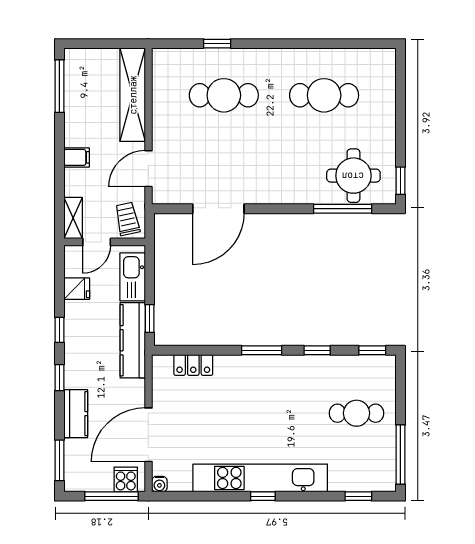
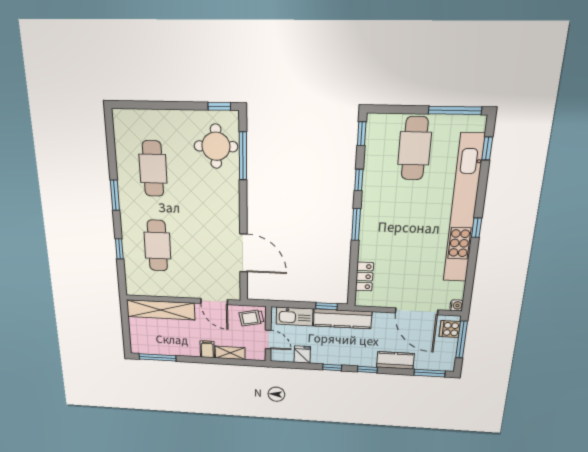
window: (289, 44) -> (115, 195), added
shelving: (73, 218) -> (230, 353), moved
cafe table: (356, 413) -> (415, 148), width x1.37, depth x1.35
kitchen unit: (260, 478) -> (463, 210), width x1.36

